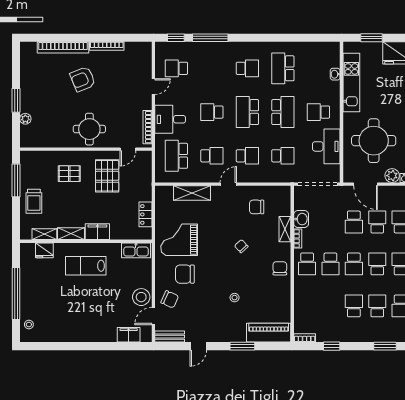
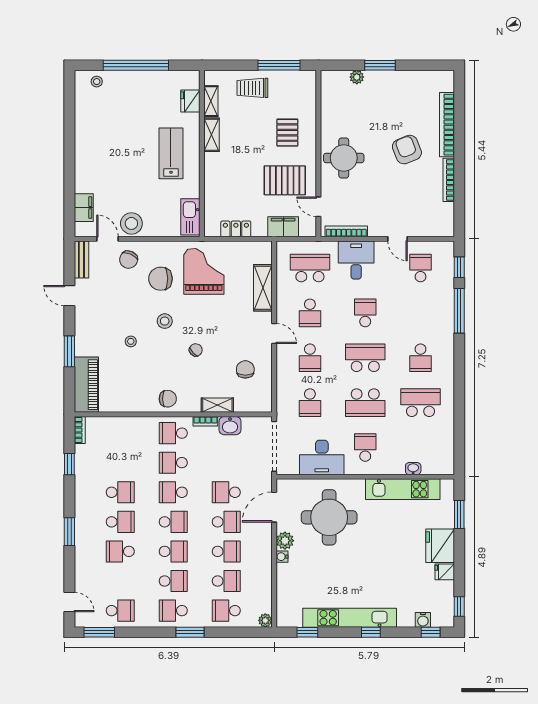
filing cabinet: (97, 232) -> (283, 227), moved, turned -90
stool: (218, 271) -> (165, 321), added
chair: (185, 274) -> (160, 279), turned -90

